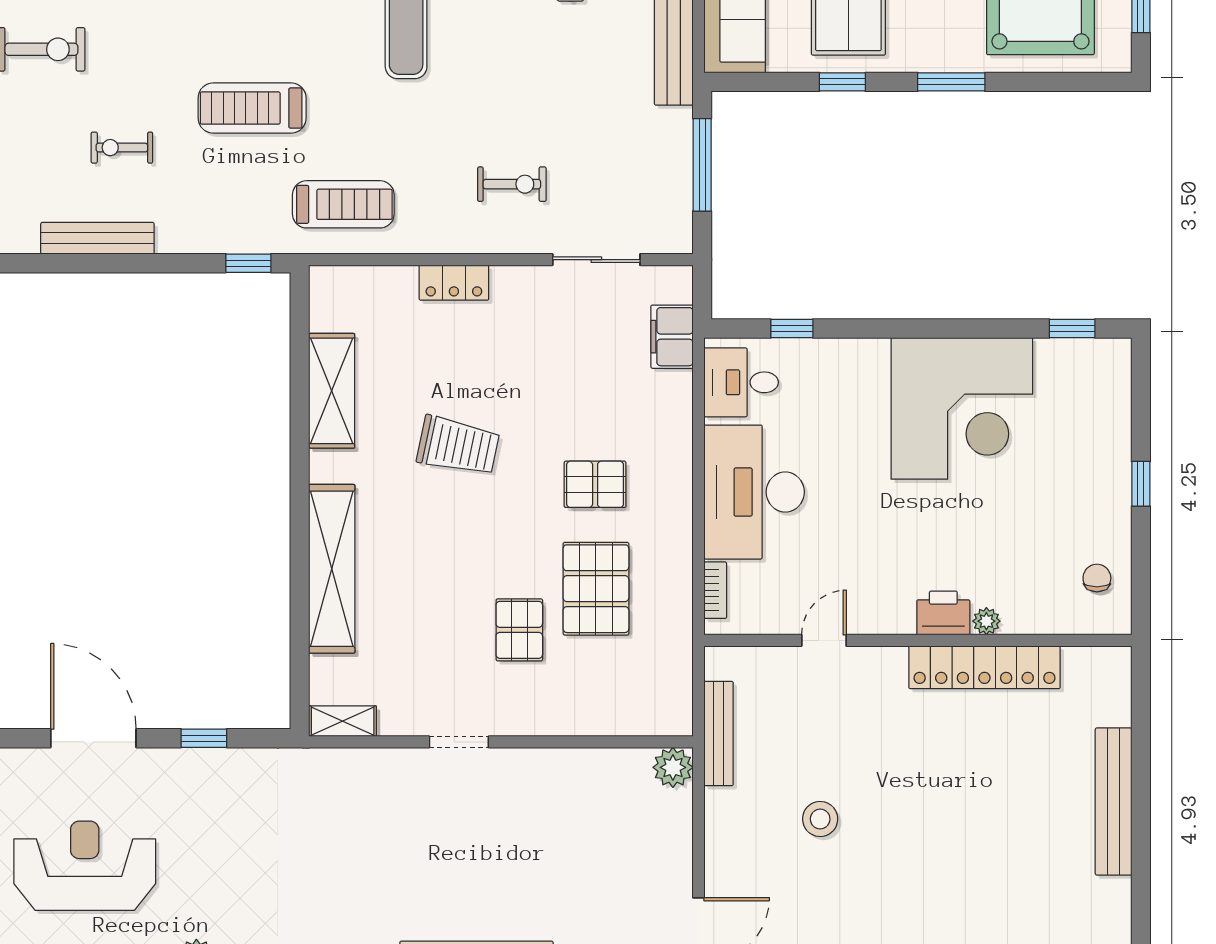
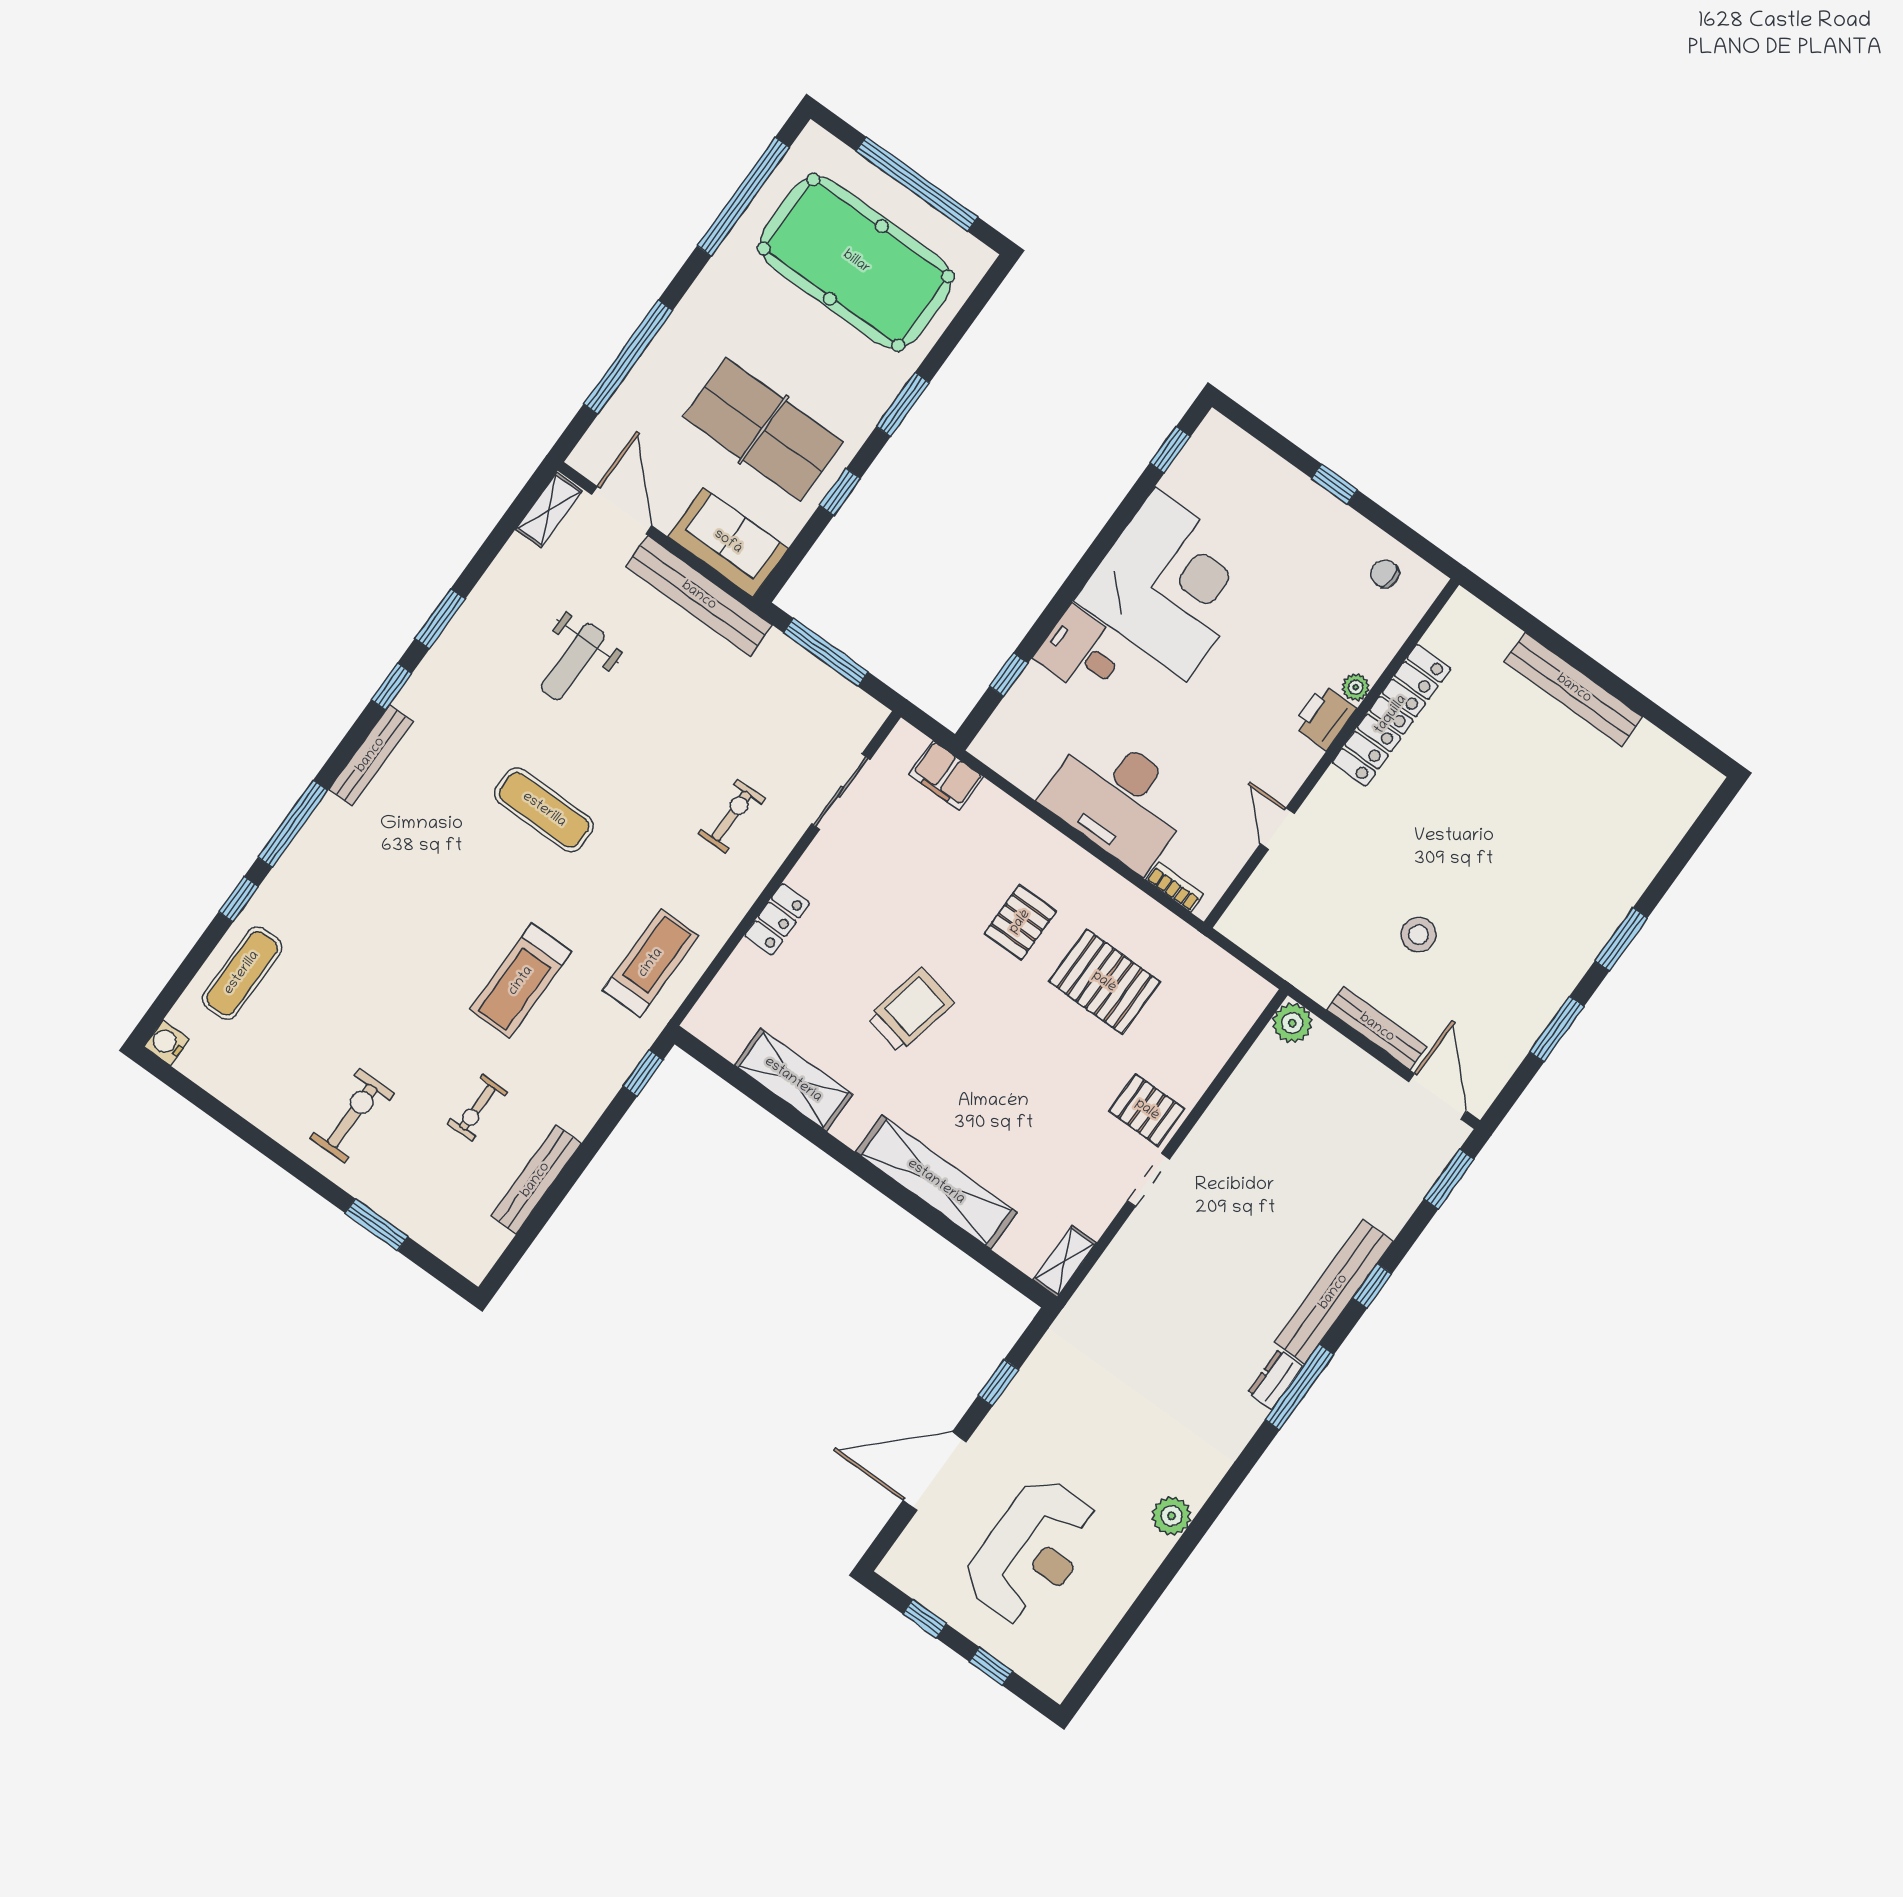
desk: (741, 382) -> (1081, 652), moved, turned 90
pallet: (519, 630) -> (1147, 1110), moved
bench: (719, 734) -> (1377, 1028), moved
reception desk: (85, 866) -> (1032, 1552), turned 180

